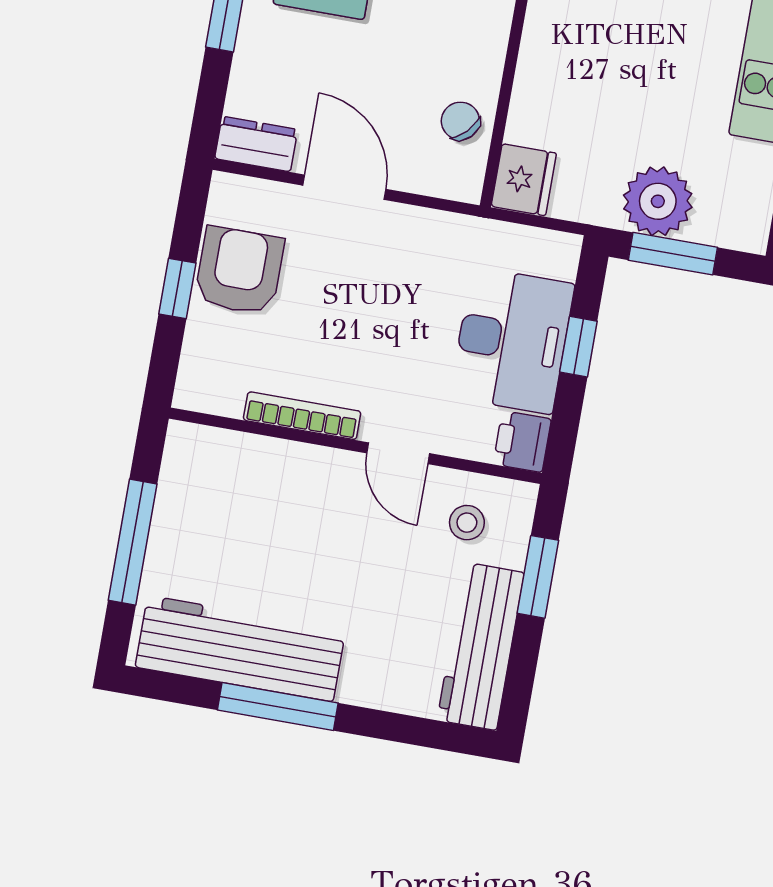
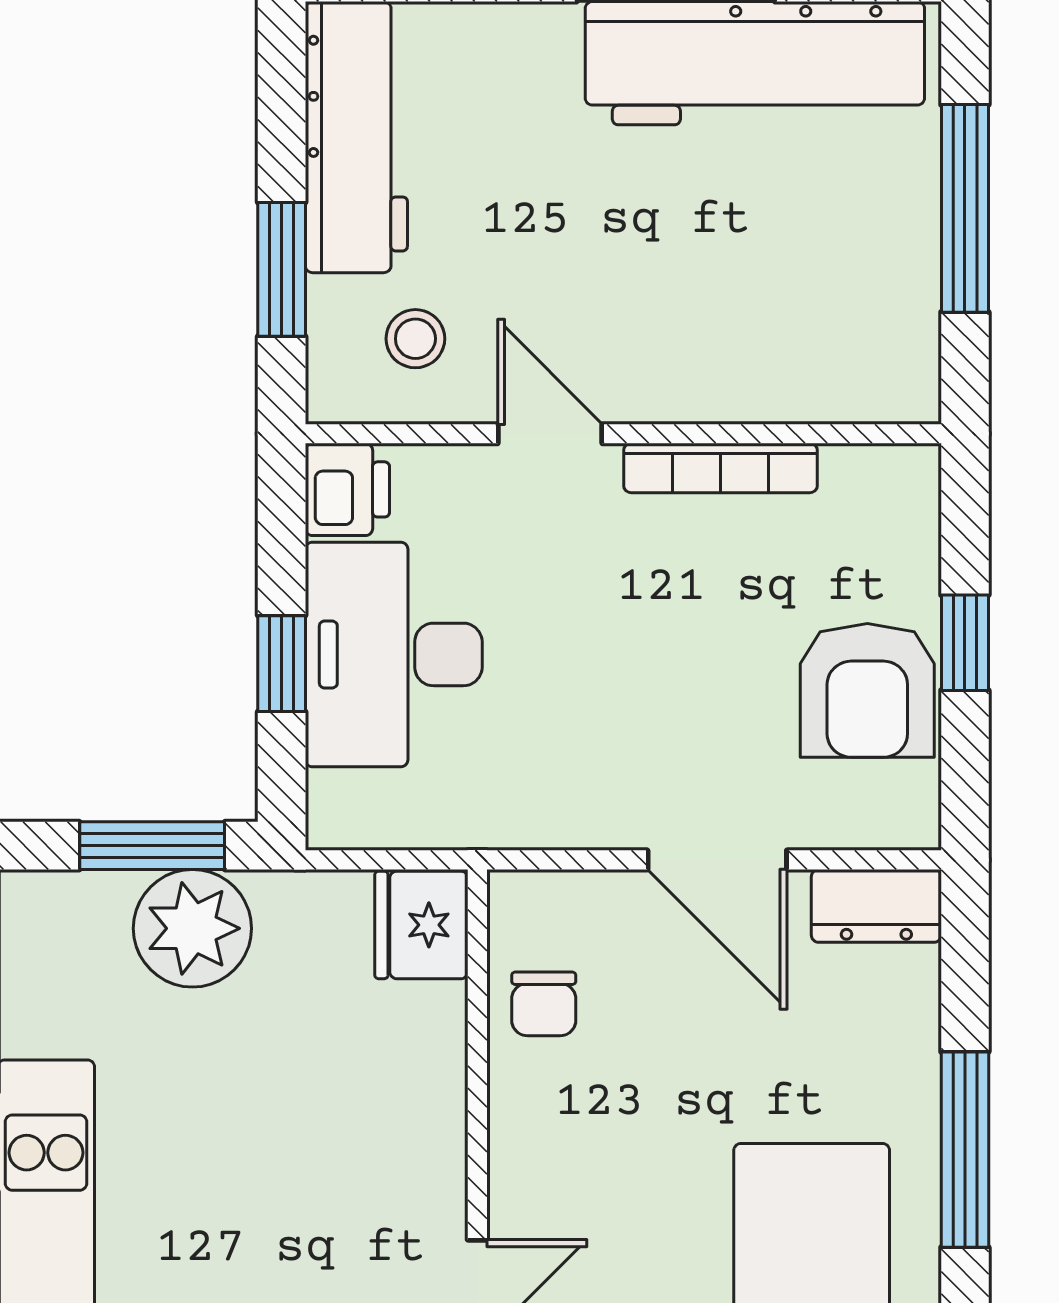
chair: (460, 121) -> (544, 1004), turned 46

